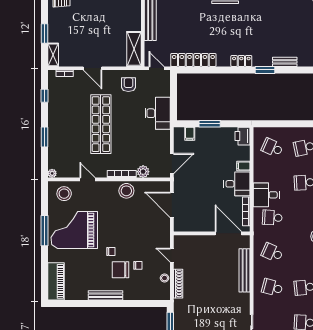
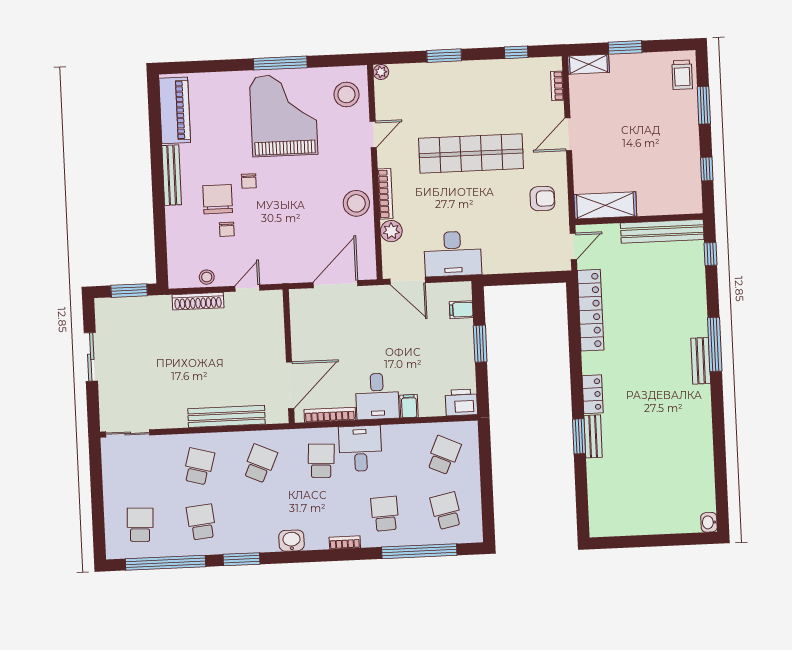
bench: (285, 62) -> (593, 436), moved
desk: (158, 113) -> (453, 254), moved
piano: (56, 281) -> (175, 110), moved, turned -90

